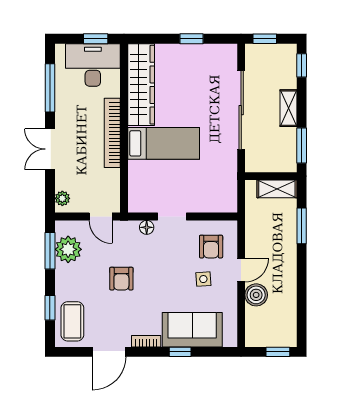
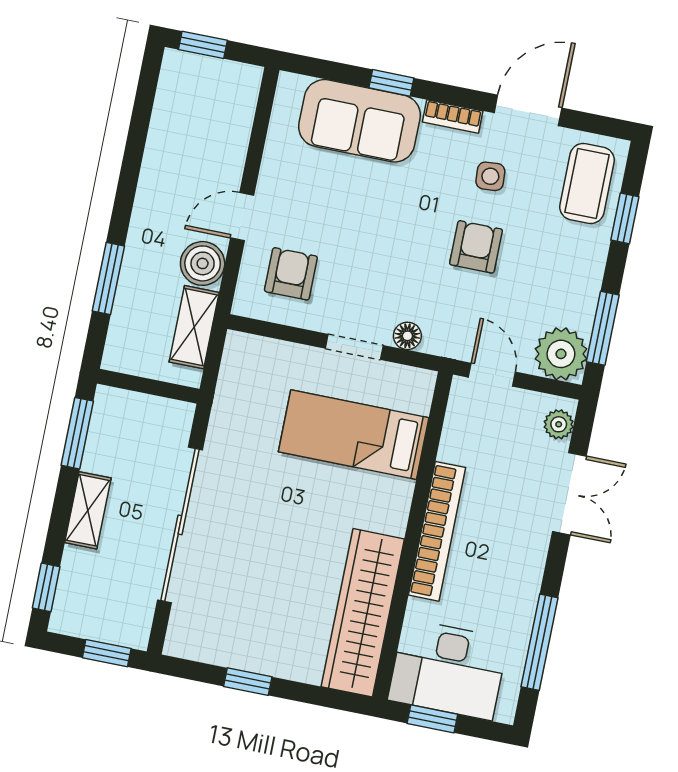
bed: (164, 143) -> (354, 435), moved
double door: (50, 149) -> (569, 494), moved
shelving: (277, 189) -> (194, 327), moved, turned 90
plant: (68, 249) -> (561, 354), moved
side table: (203, 279) -> (490, 176), moved
boiler: (256, 295) -> (203, 263), moved

